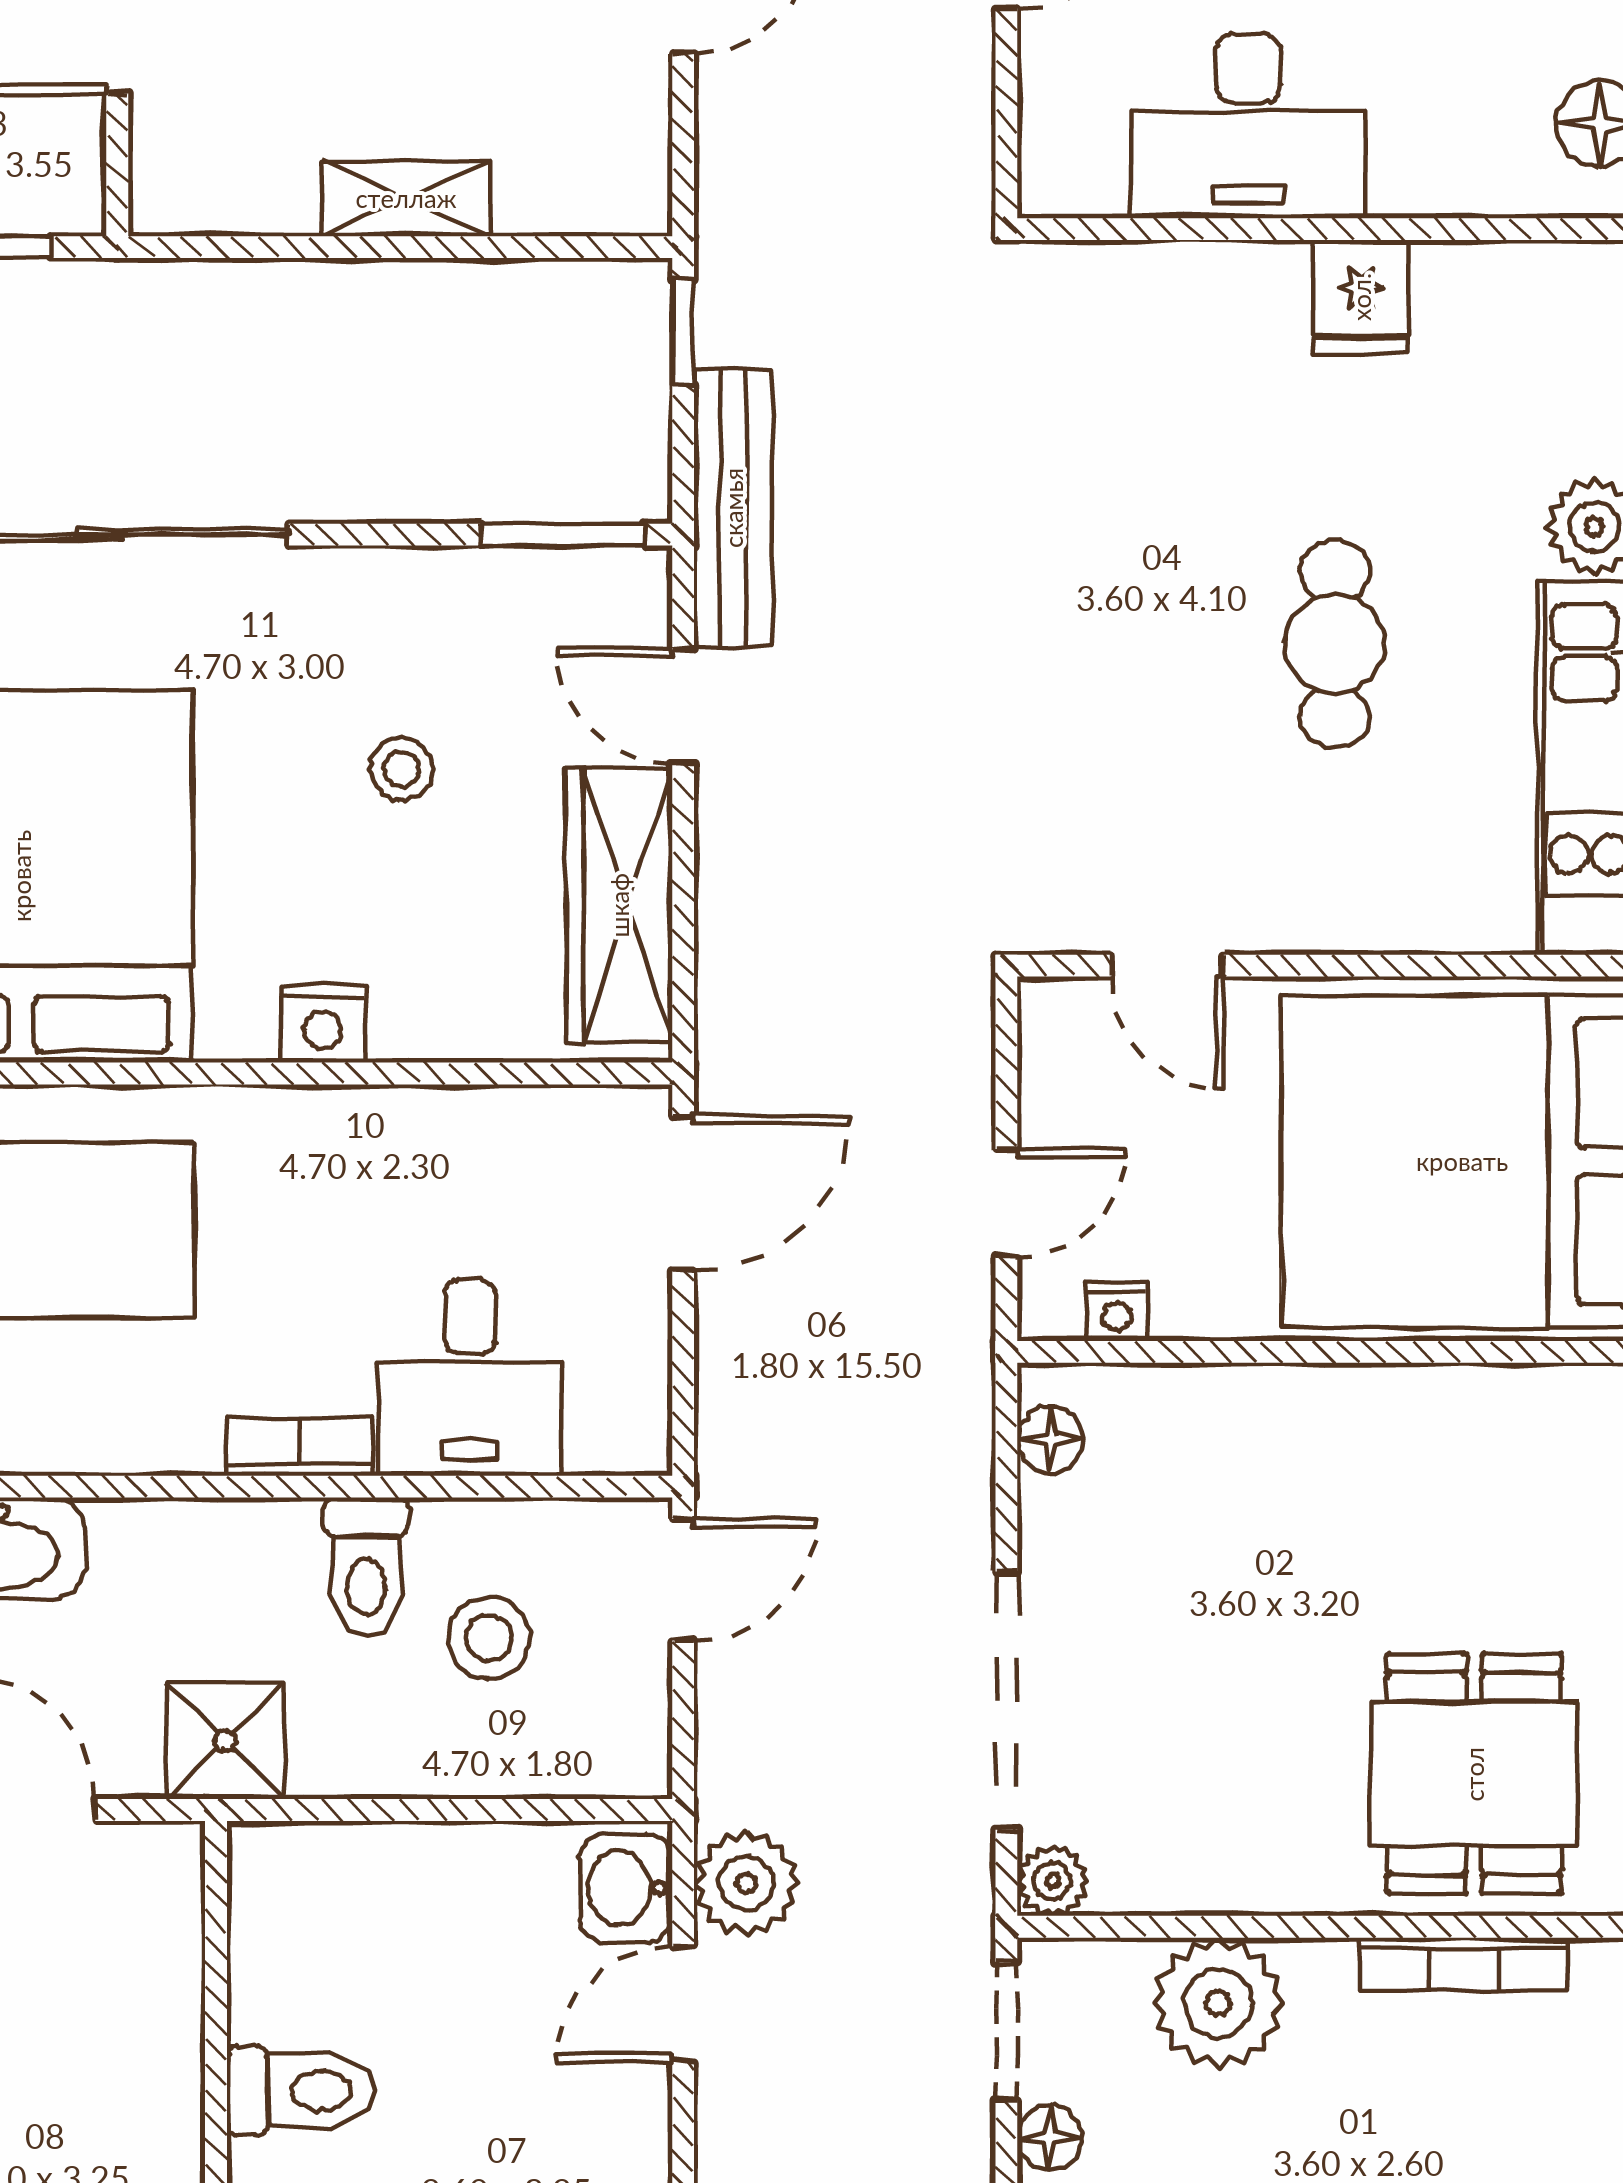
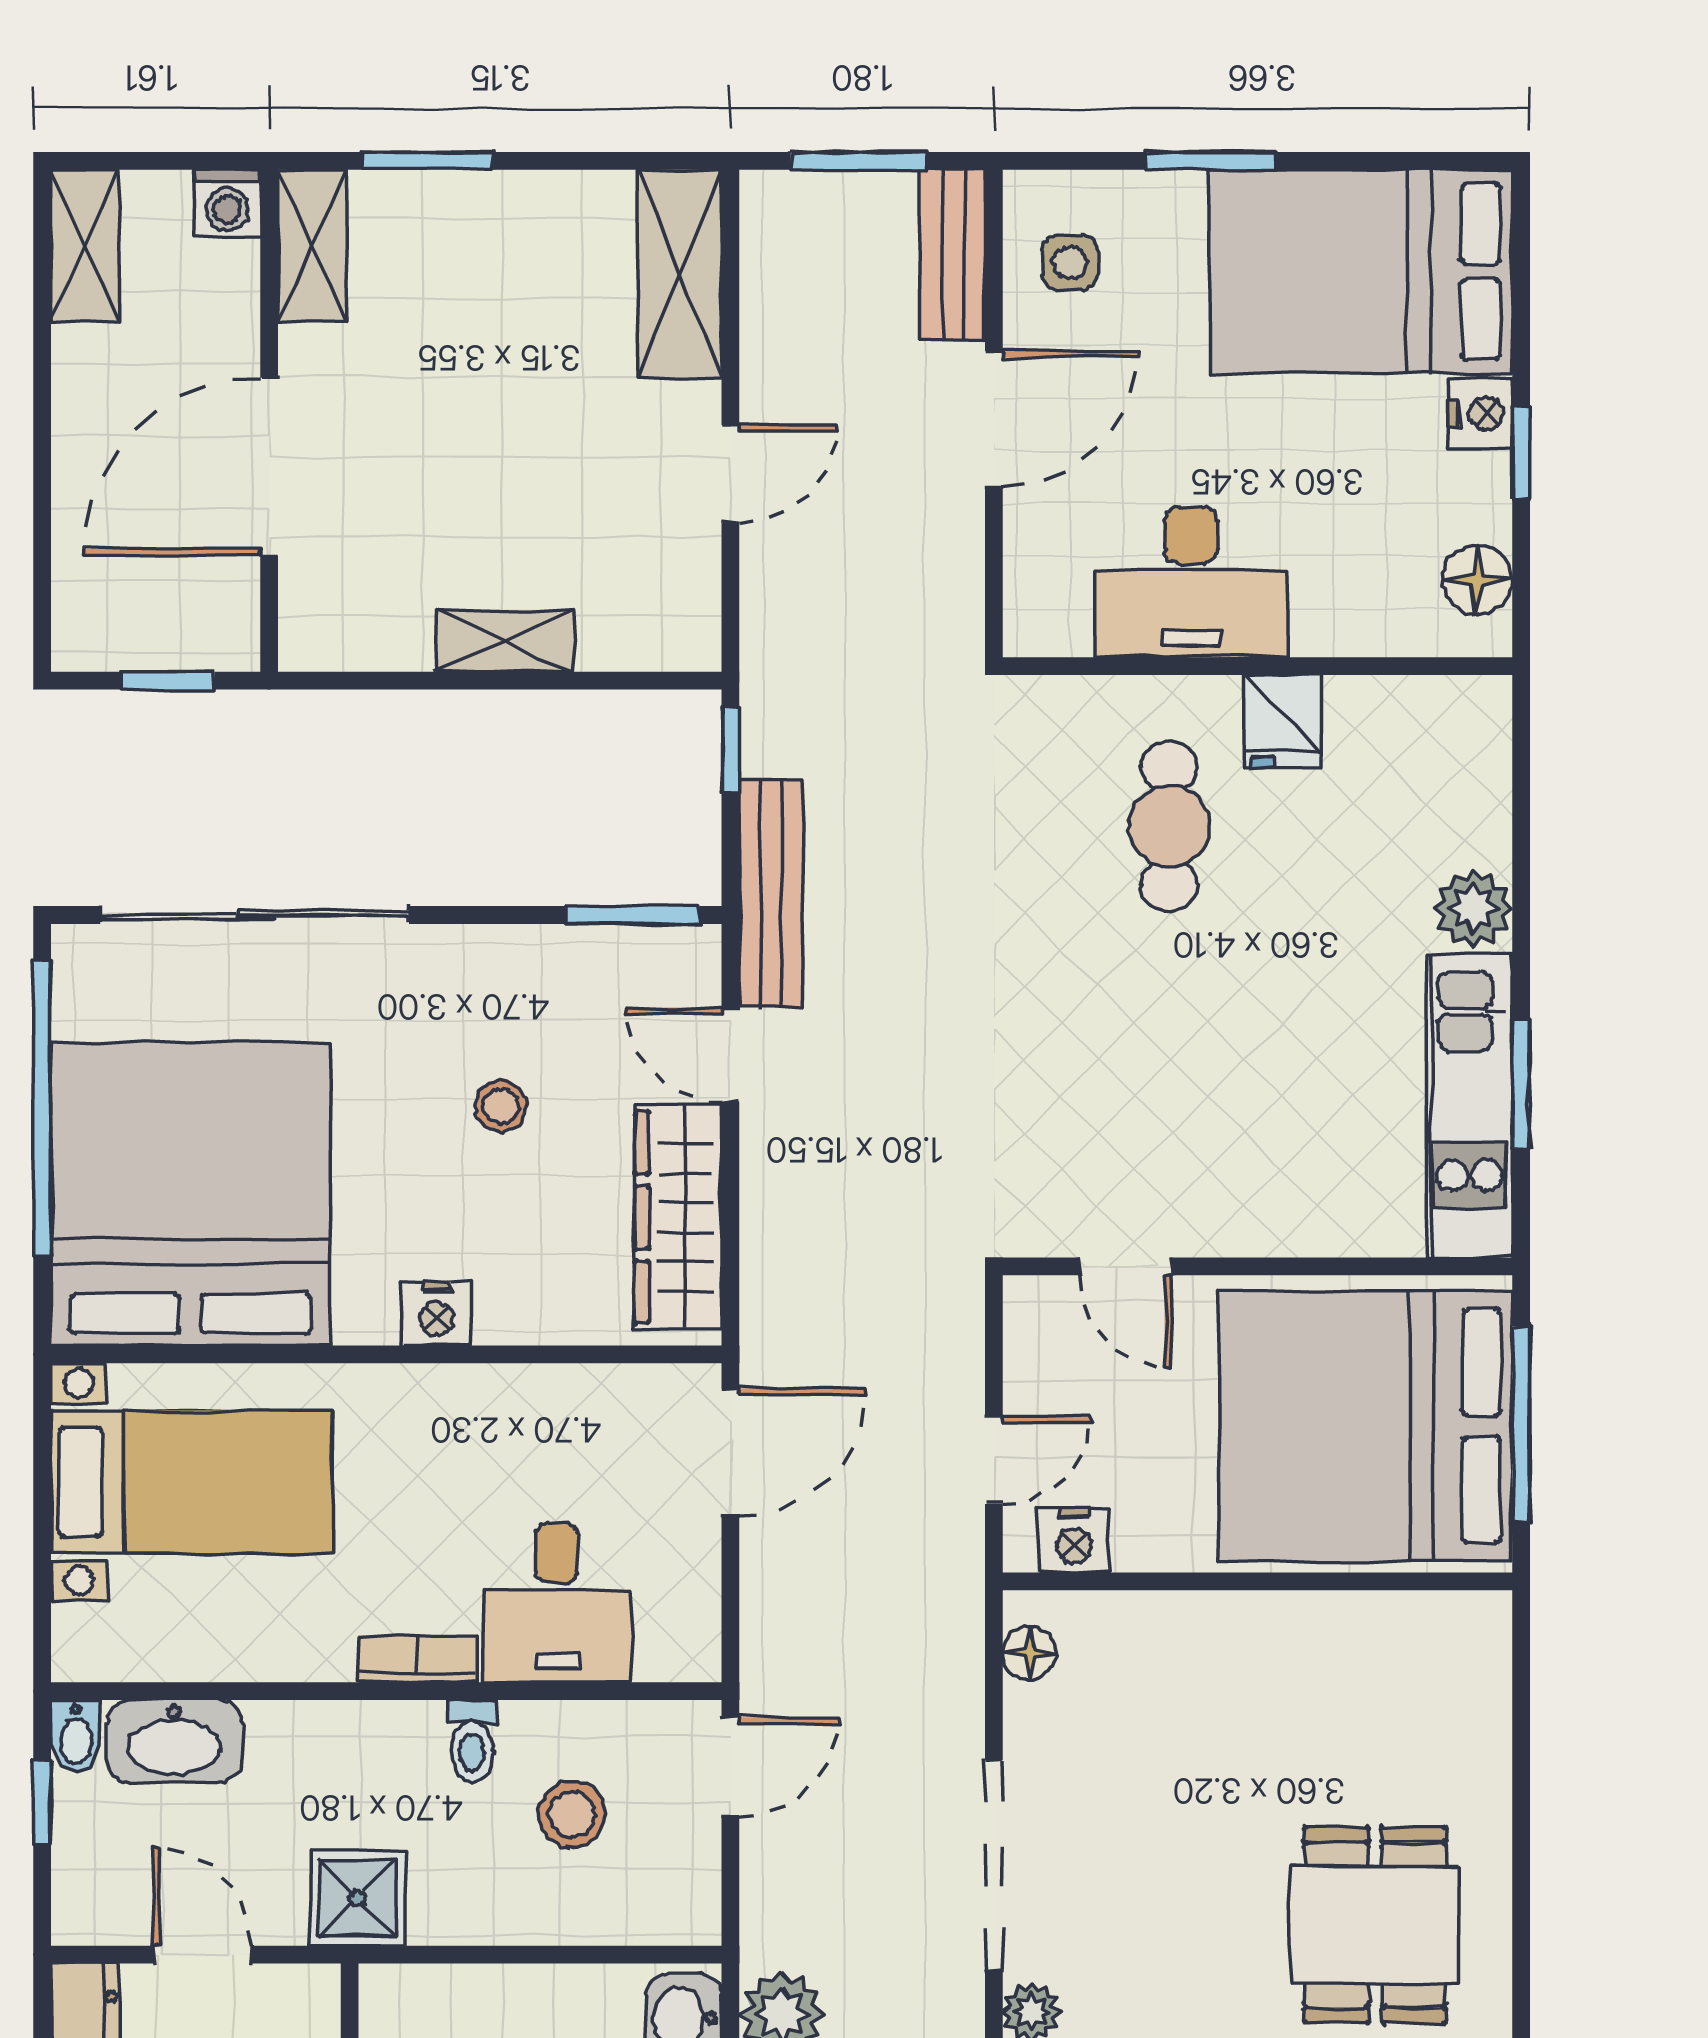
cafe table: (1335, 644) -> (1169, 826), moved
nightstand: (1117, 1312) -> (1074, 1540), width x1.39, depth x1.35
toilet: (366, 1567) -> (472, 1741), width x0.73, depth x0.72

